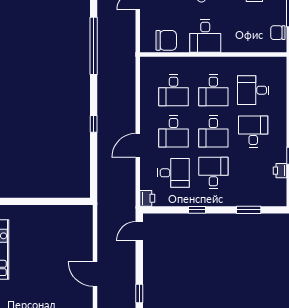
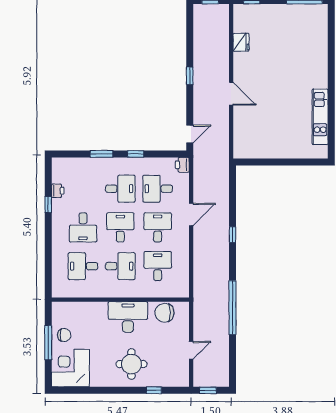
chair: (278, 33) -> (64, 335), moved
desk: (205, 36) -> (128, 317), width x1.37
desk: (213, 90) -> (120, 266), turned 90
desk: (253, 90) -> (83, 266), turned 180
desk: (213, 173) -> (120, 189), turned -90
window: (249, 210) -> (101, 154), moved

